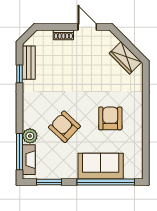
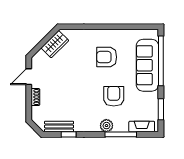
armchair: (64, 127) -> (114, 96), turned 137
plant: (30, 136) -> (106, 126), moved
window: (20, 152) -> (121, 134), moved
sofa: (101, 166) -> (147, 65), width x1.36

